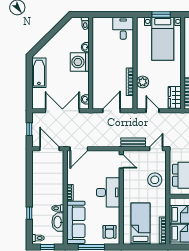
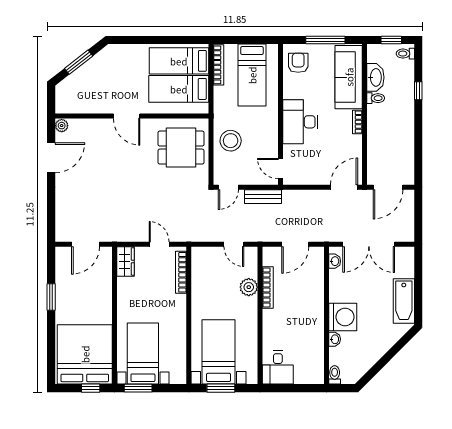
wardrobe: (175, 97) -> (201, 264), removed
window: (29, 129) -> (418, 217), removed
door: (49, 149) -> (388, 187), hinge flipped

